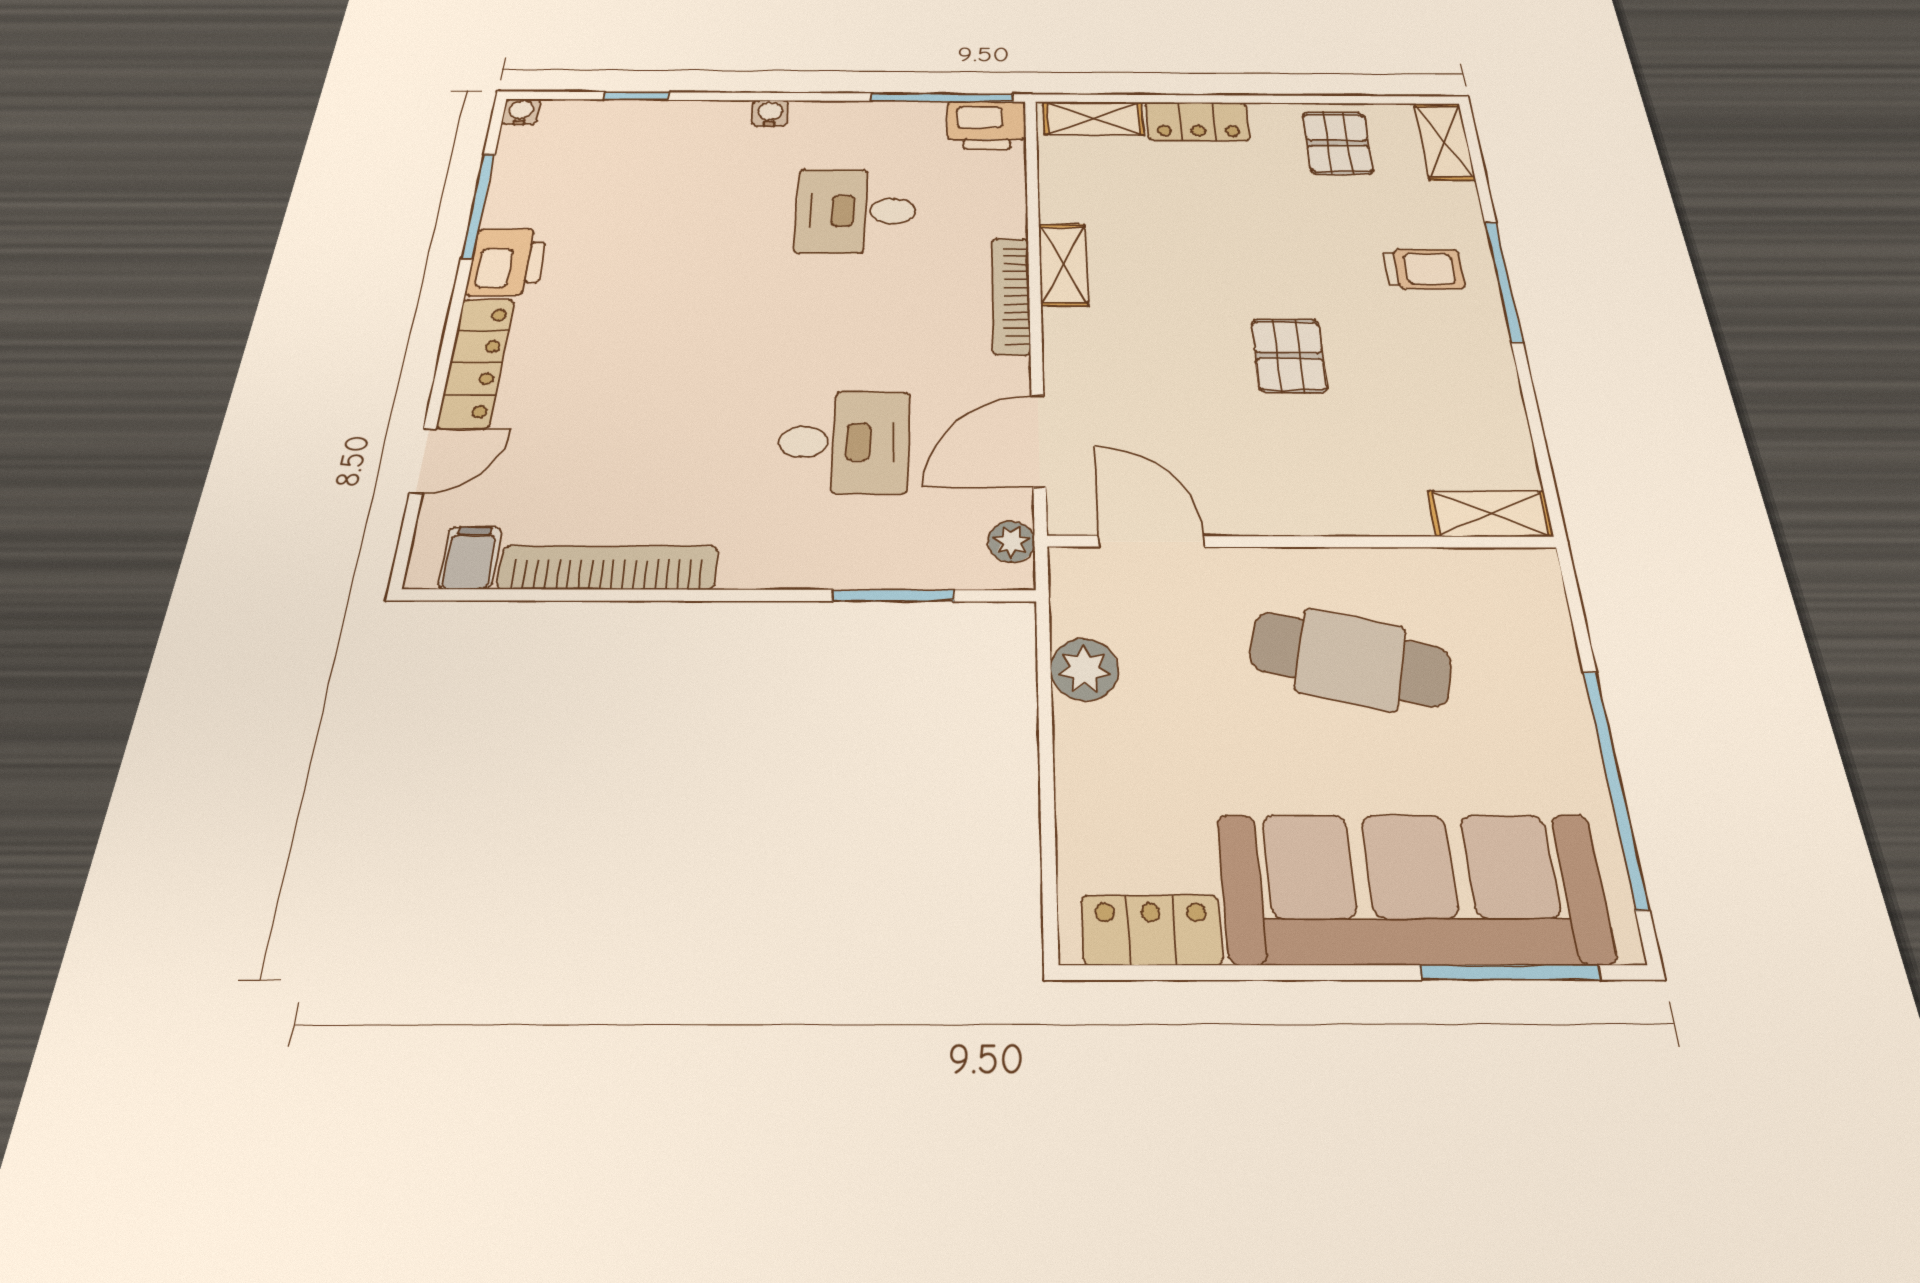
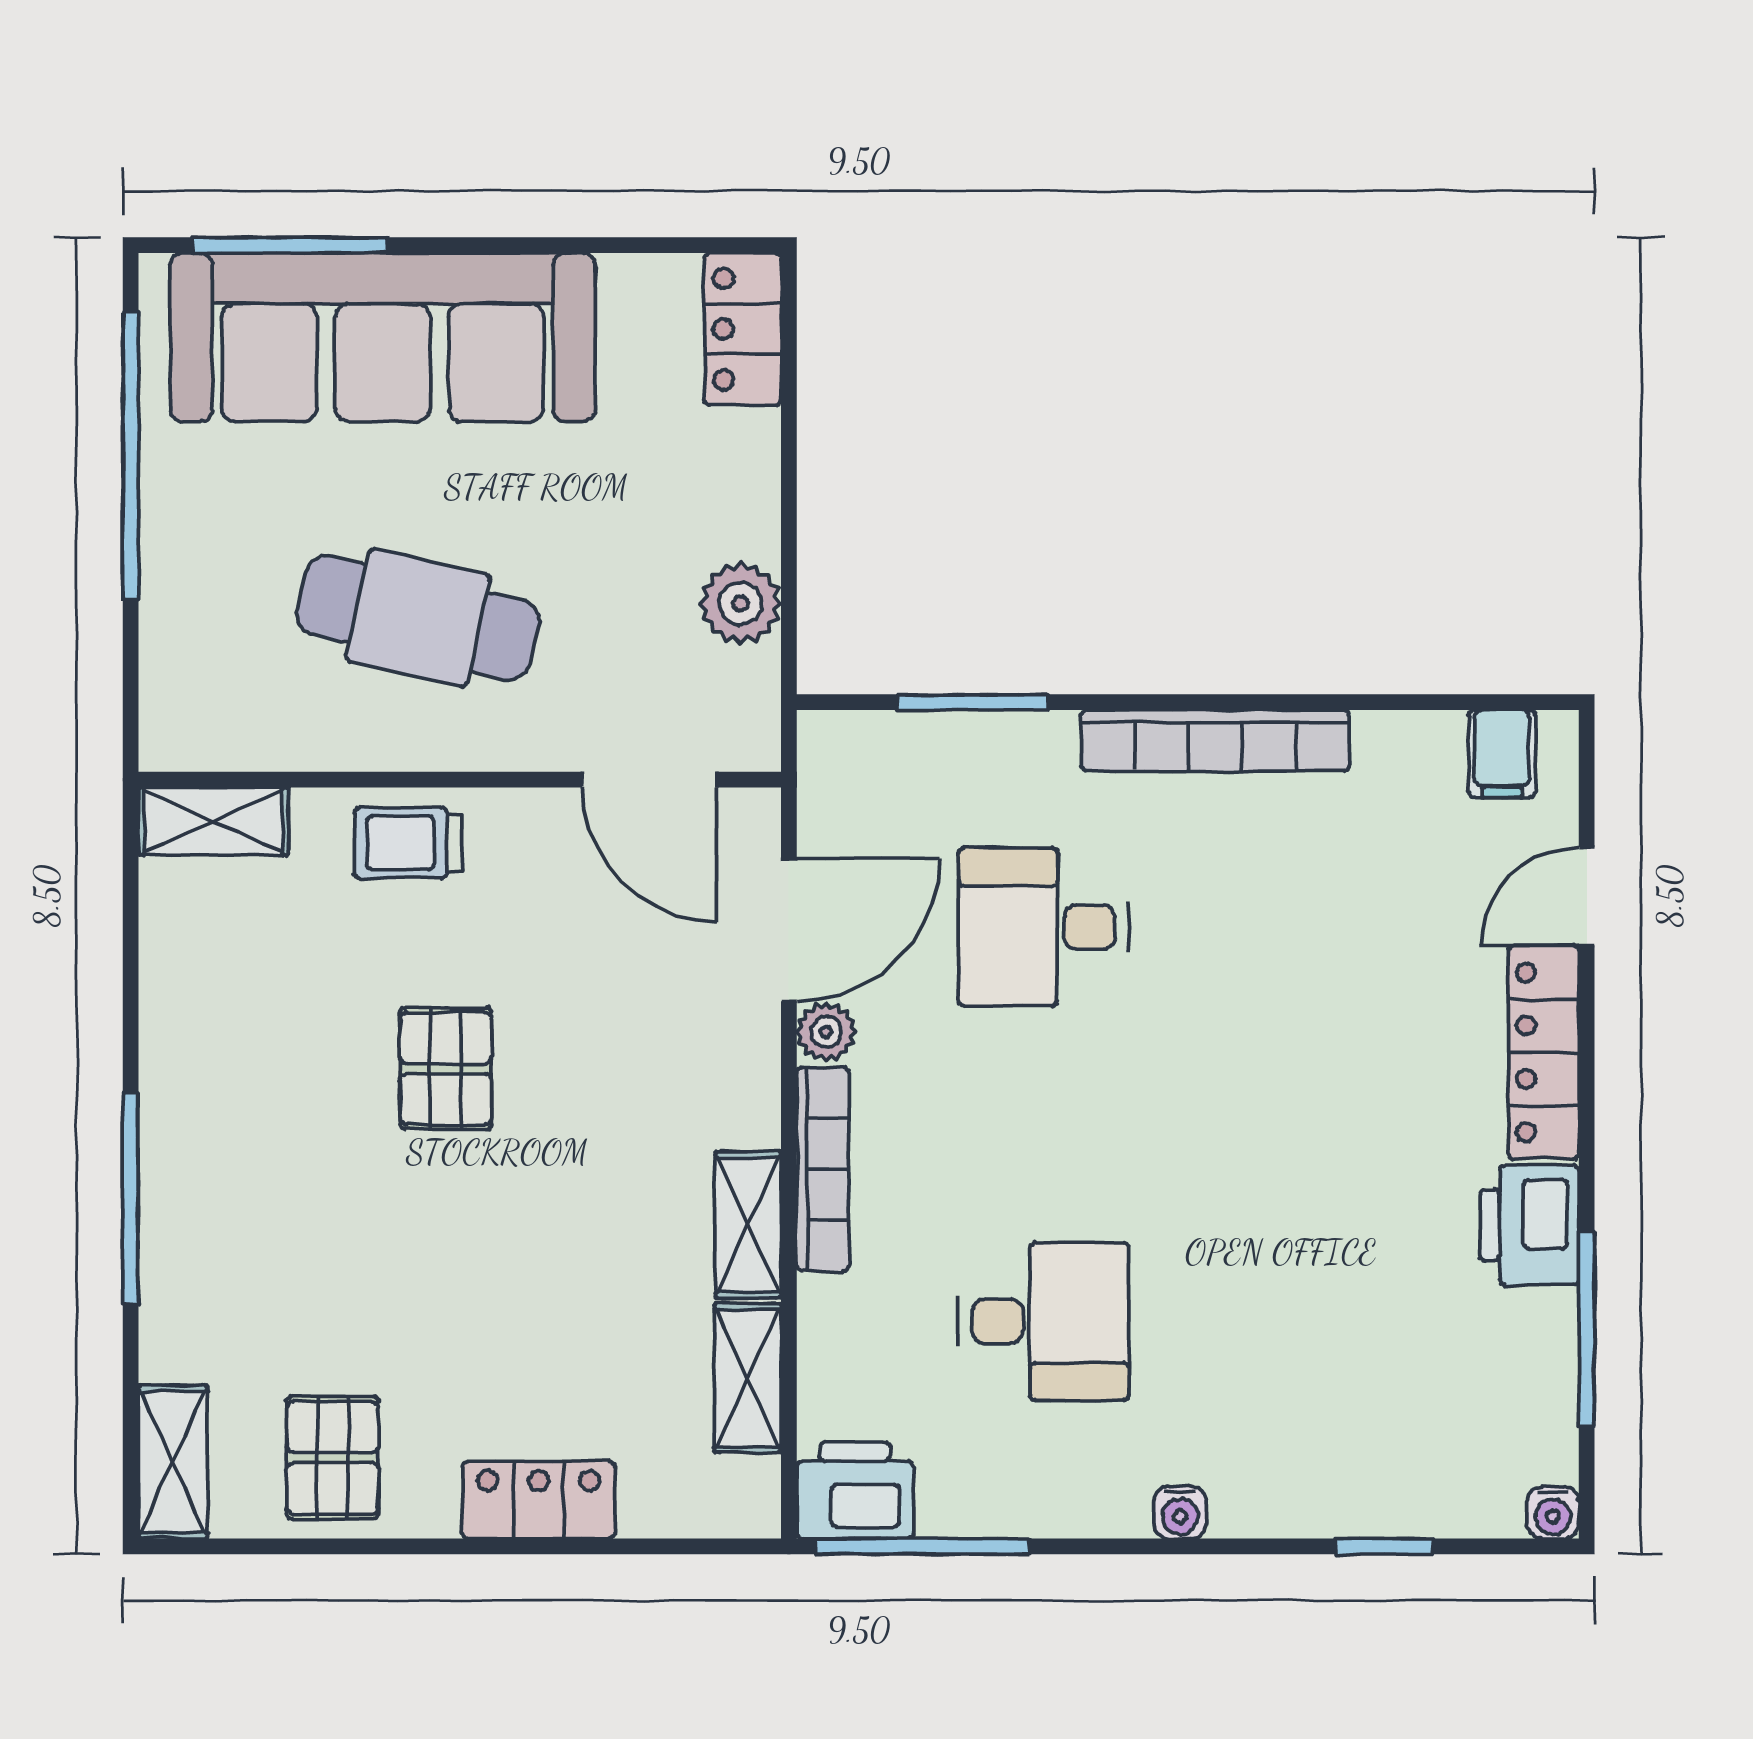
shelving: (1093, 118) -> (748, 1378), moved, turned 90
trolley: (1424, 269) -> (408, 843), moved
plant: (1012, 542) -> (826, 1032), moved
bookcase: (608, 568) -> (1215, 740), moved
locker: (1151, 930) -> (743, 329), moved, turned 90

